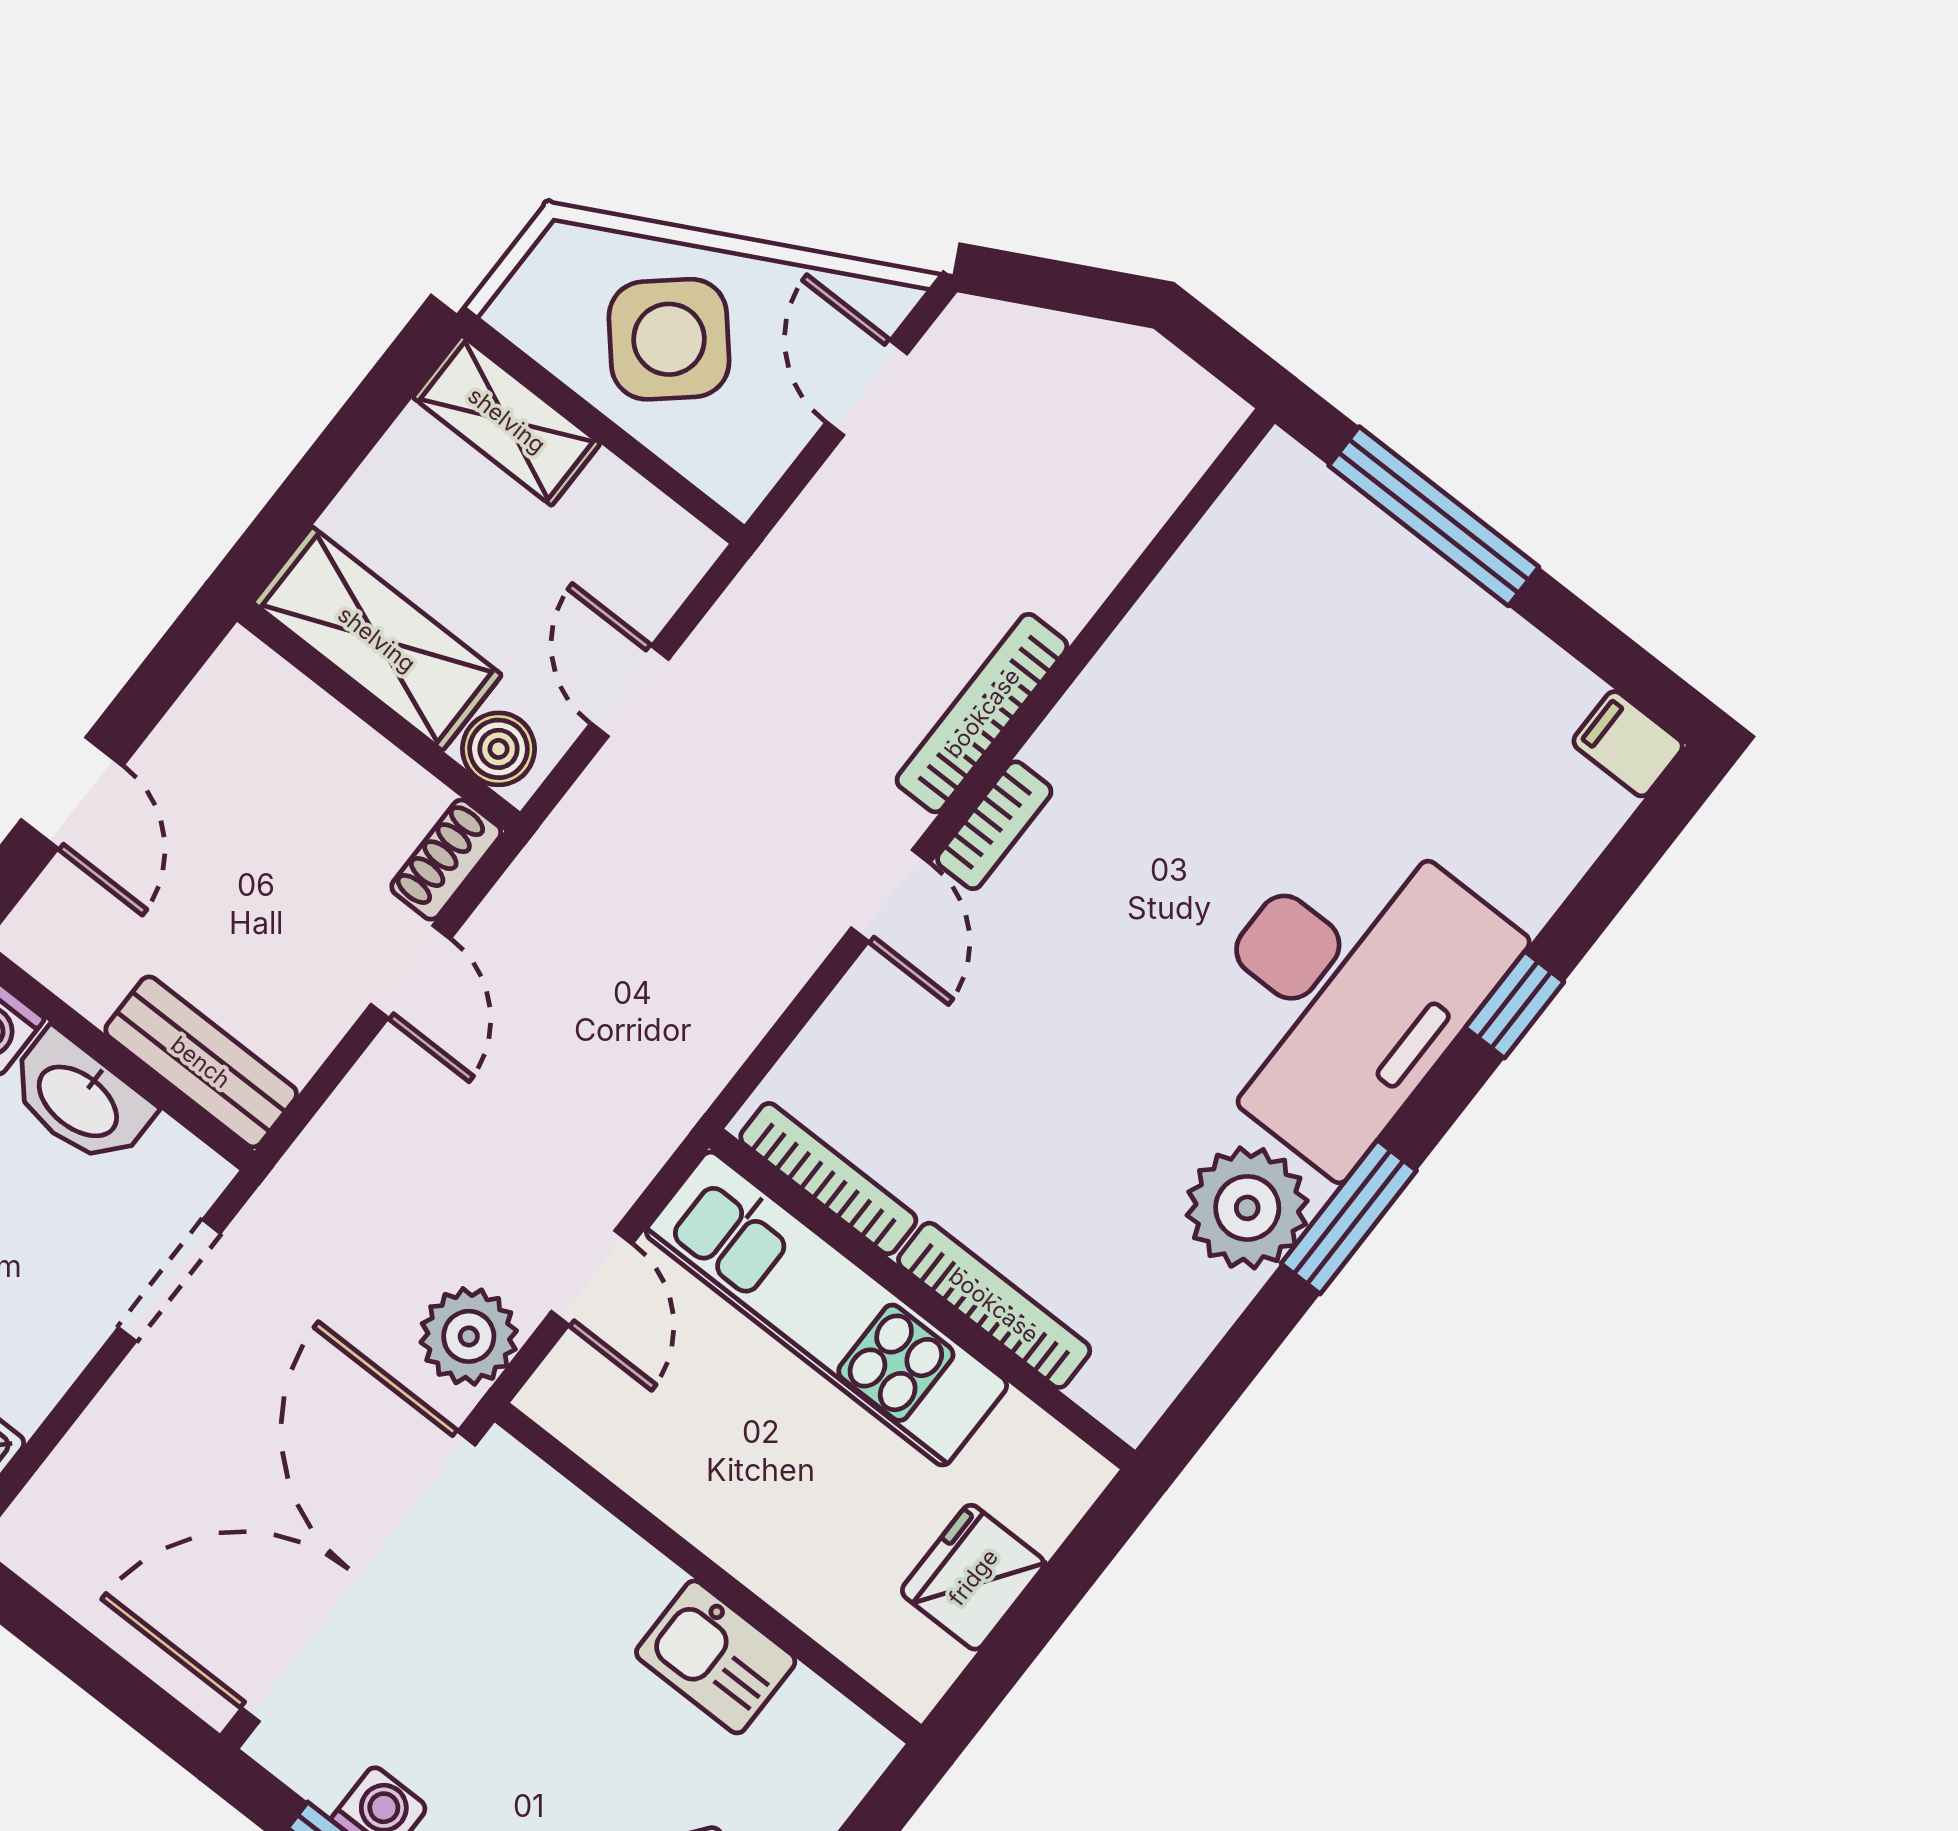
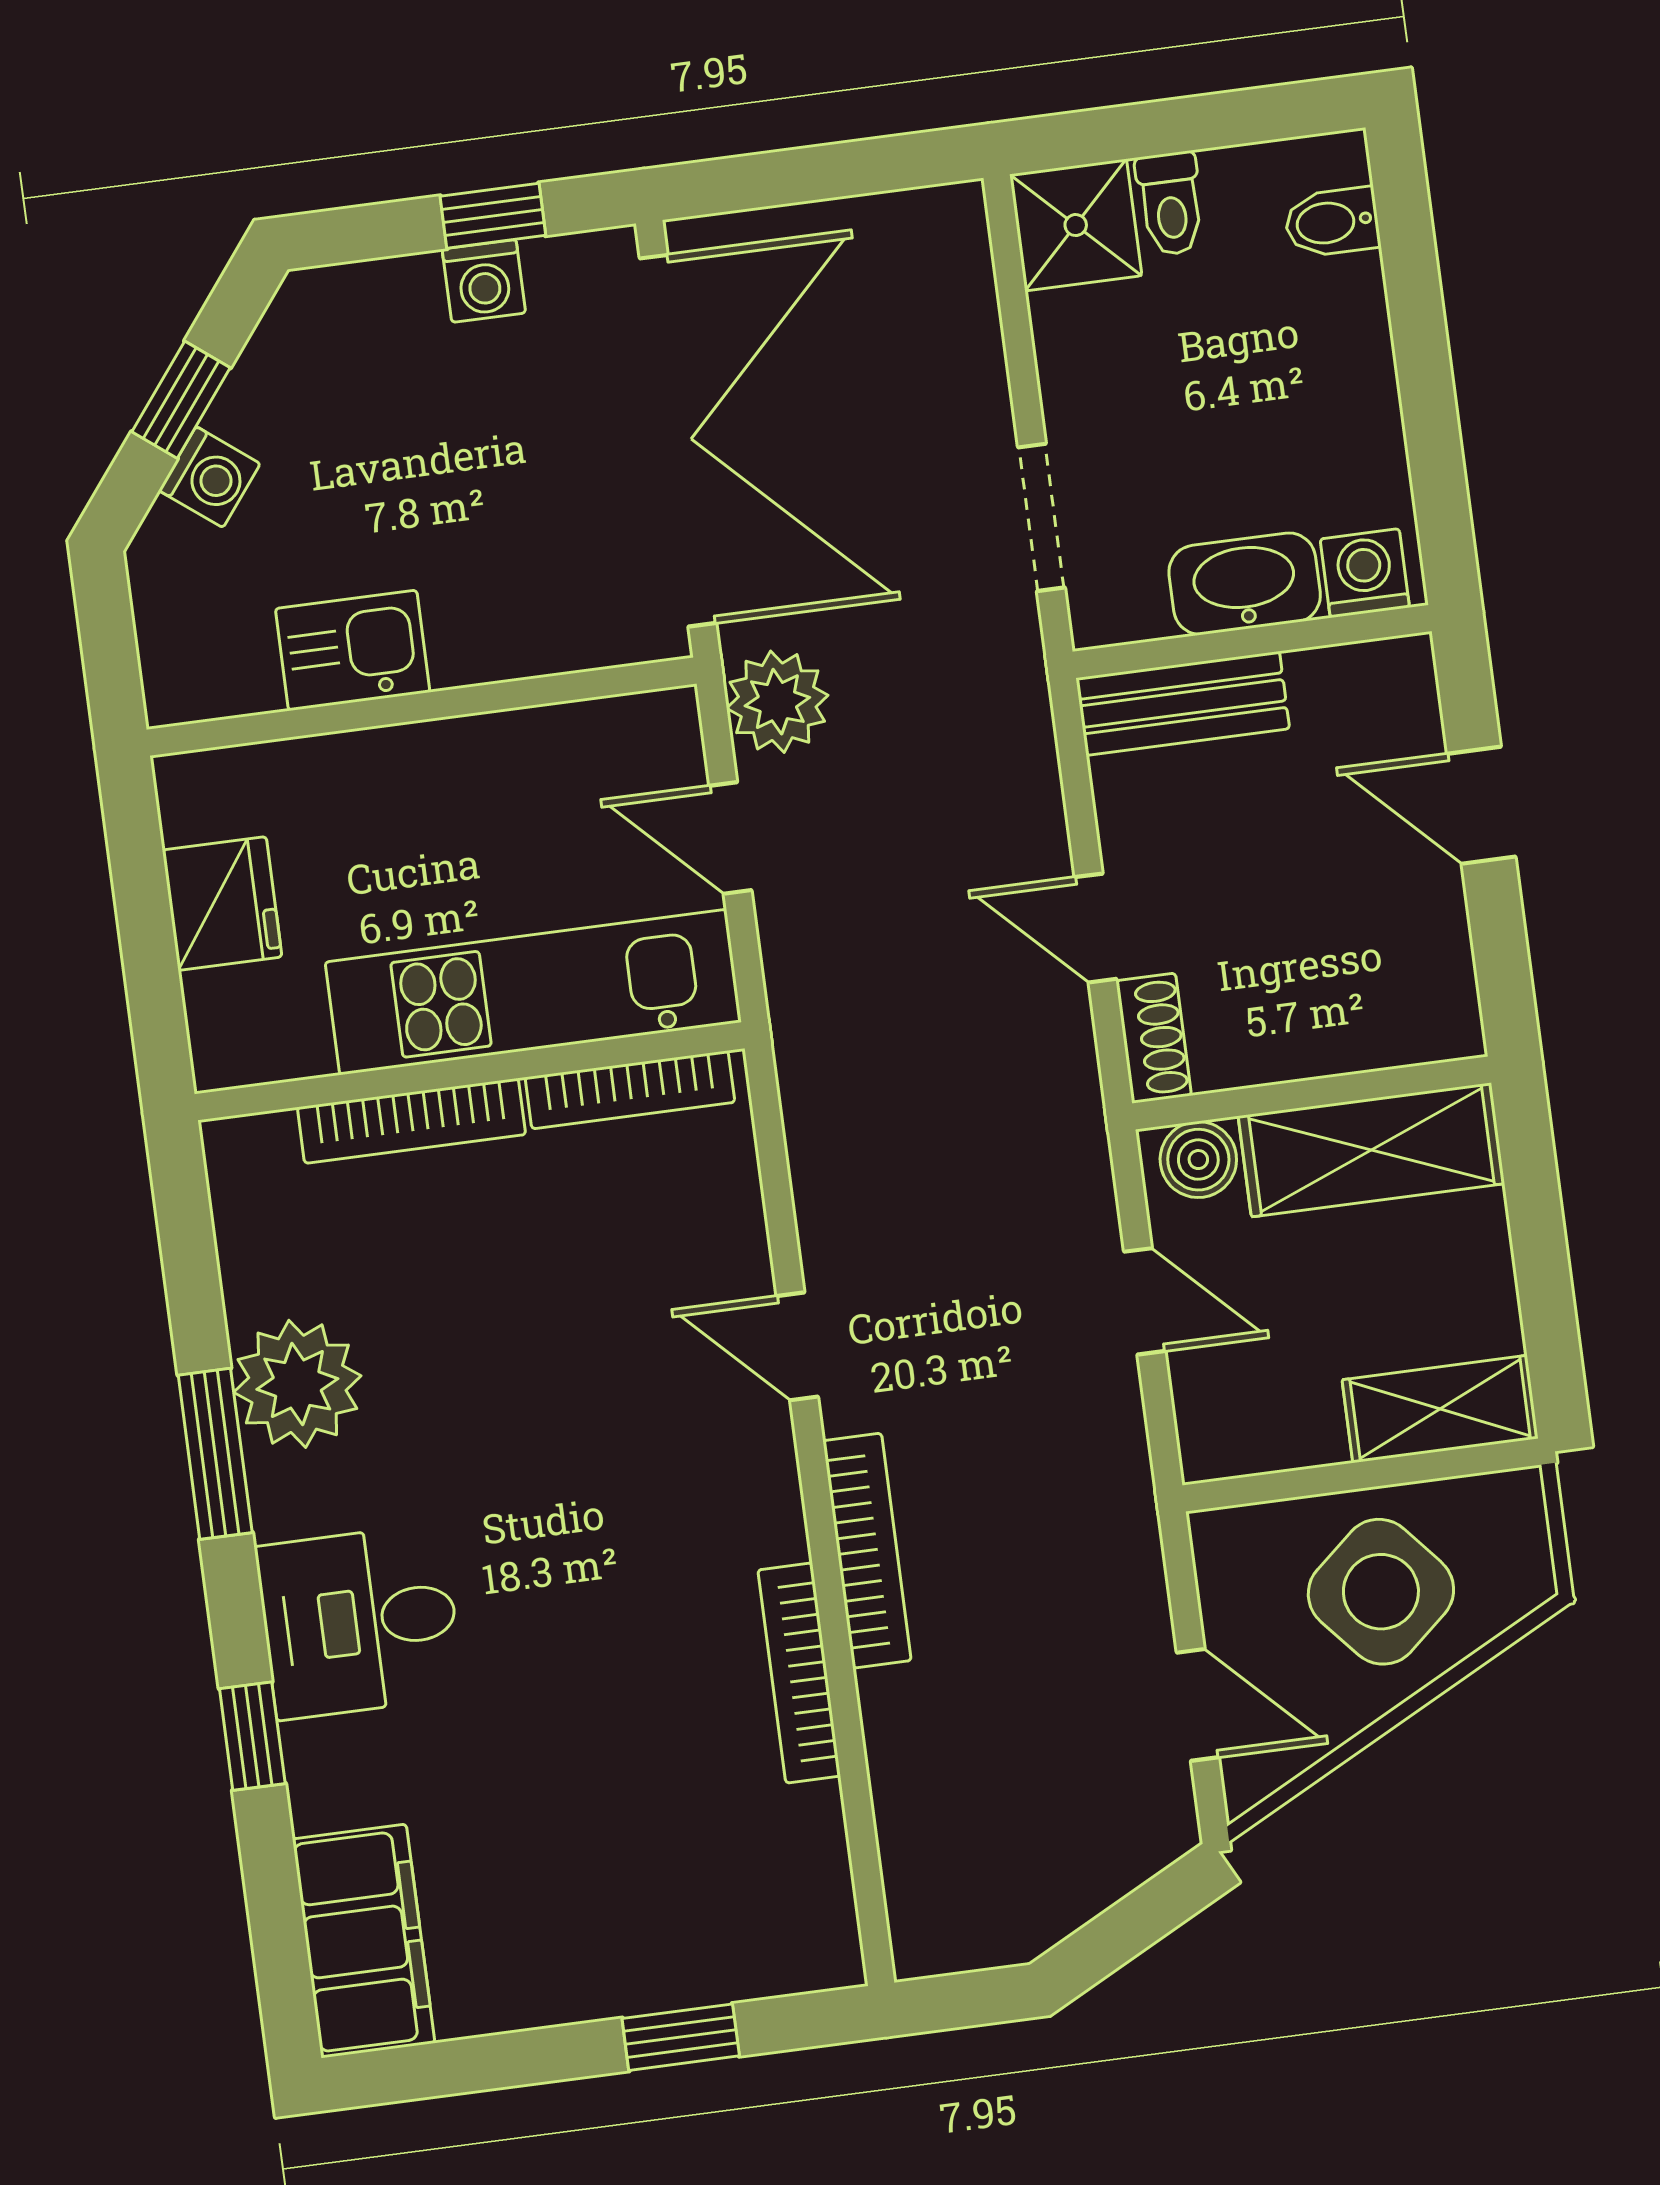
window: (1434, 516) -> (681, 2037), width x0.46
filing cabinet: (1628, 744) -> (364, 1941), width x3.00, depth x1.17
bookcase: (994, 825) -> (799, 1673), moved, width x1.56
desk: (1345, 992) -> (360, 1622), width x0.53, depth x0.77

